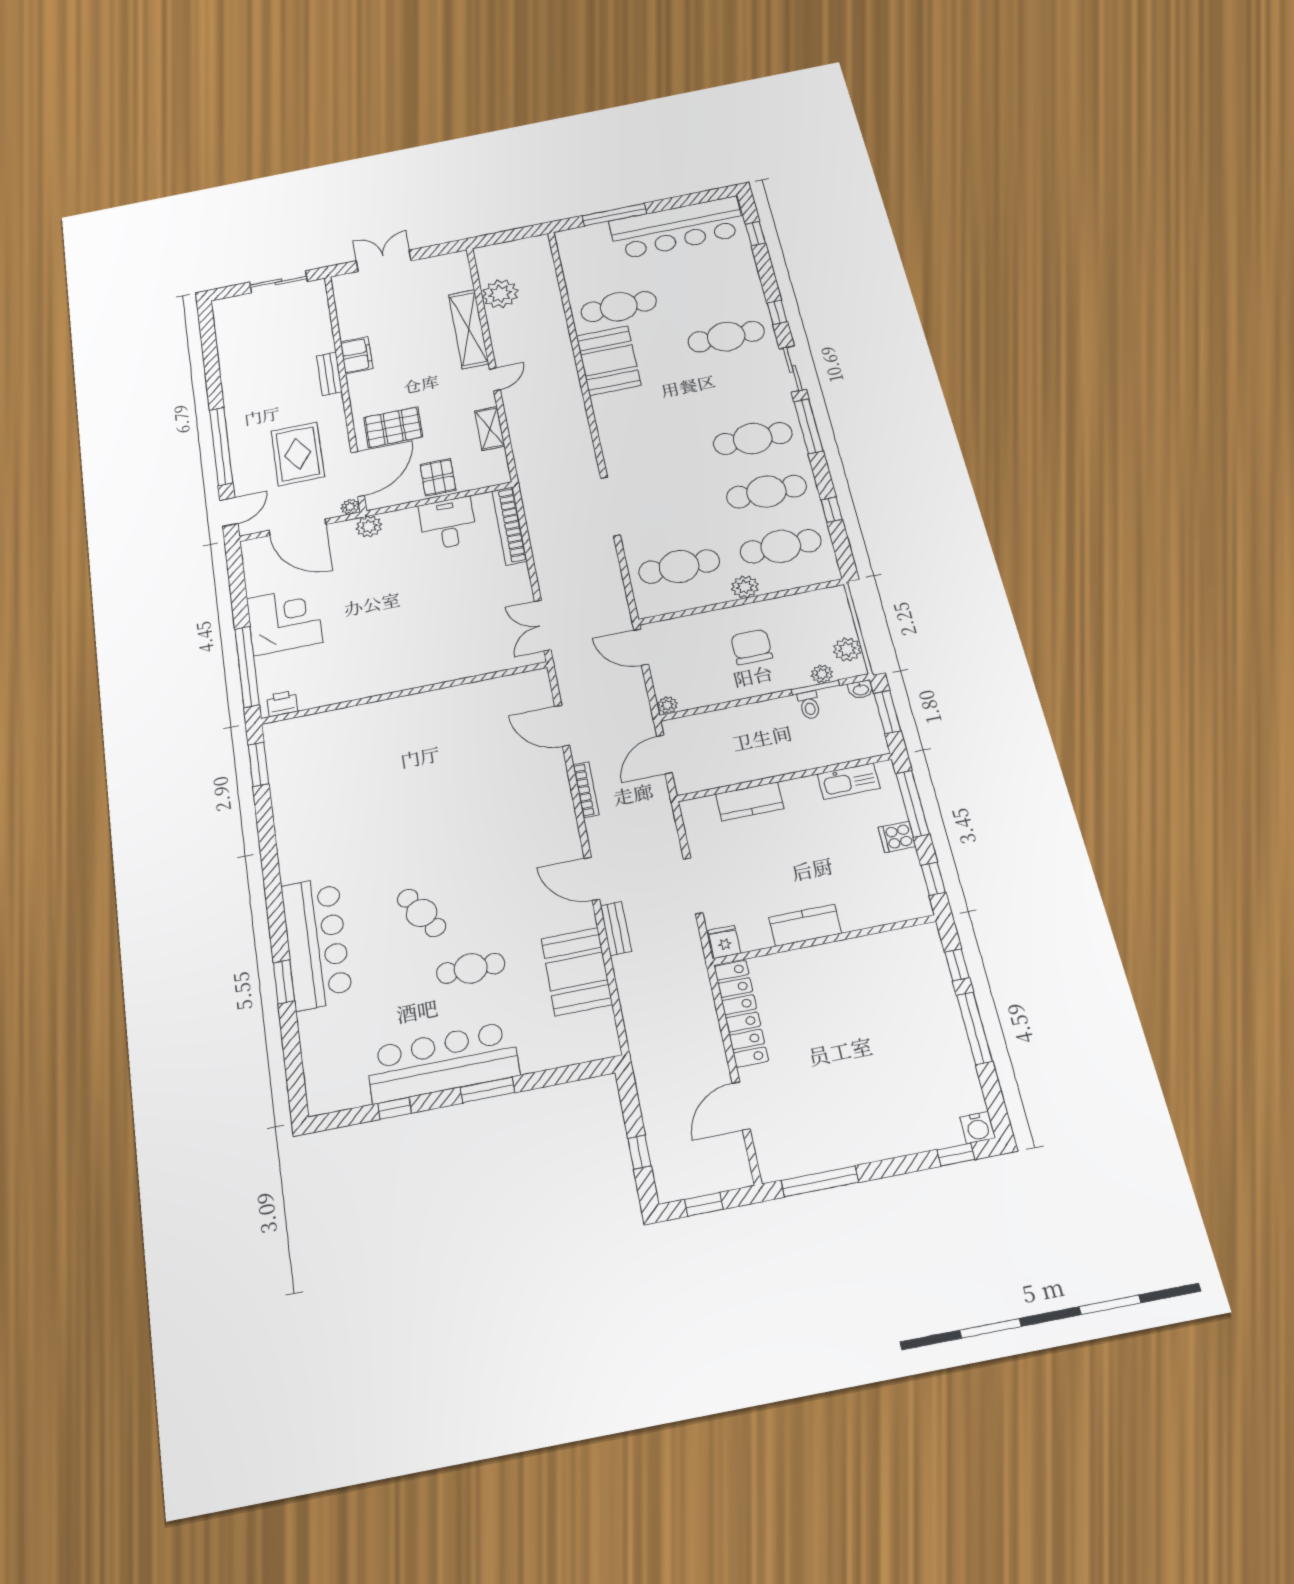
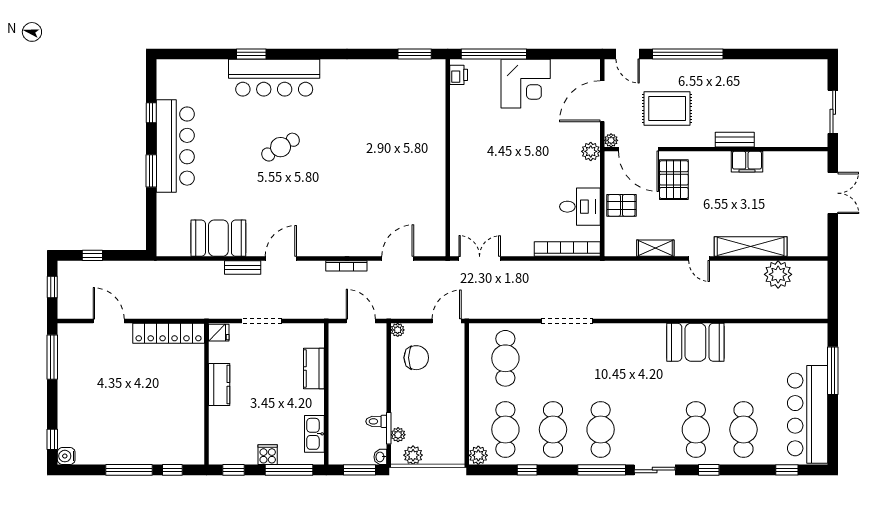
cafe table: (619, 307) -> (743, 429), moved
plant: (745, 587) -> (478, 455), moved
chair: (752, 647) -> (416, 358), moved
cafe table: (471, 968) -> (235, 173), removed

